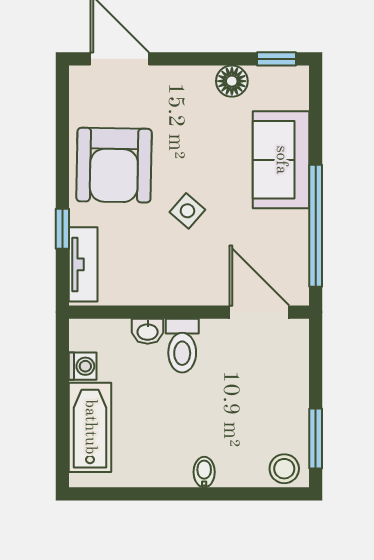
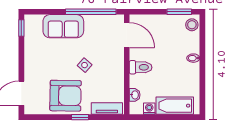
floor lamp: (232, 81) -> (31, 47), removed
window: (62, 229) -> (80, 117), moved
door: (259, 312) -> (127, 35), swing flipped
washbasin: (148, 331) -> (135, 95), moved

